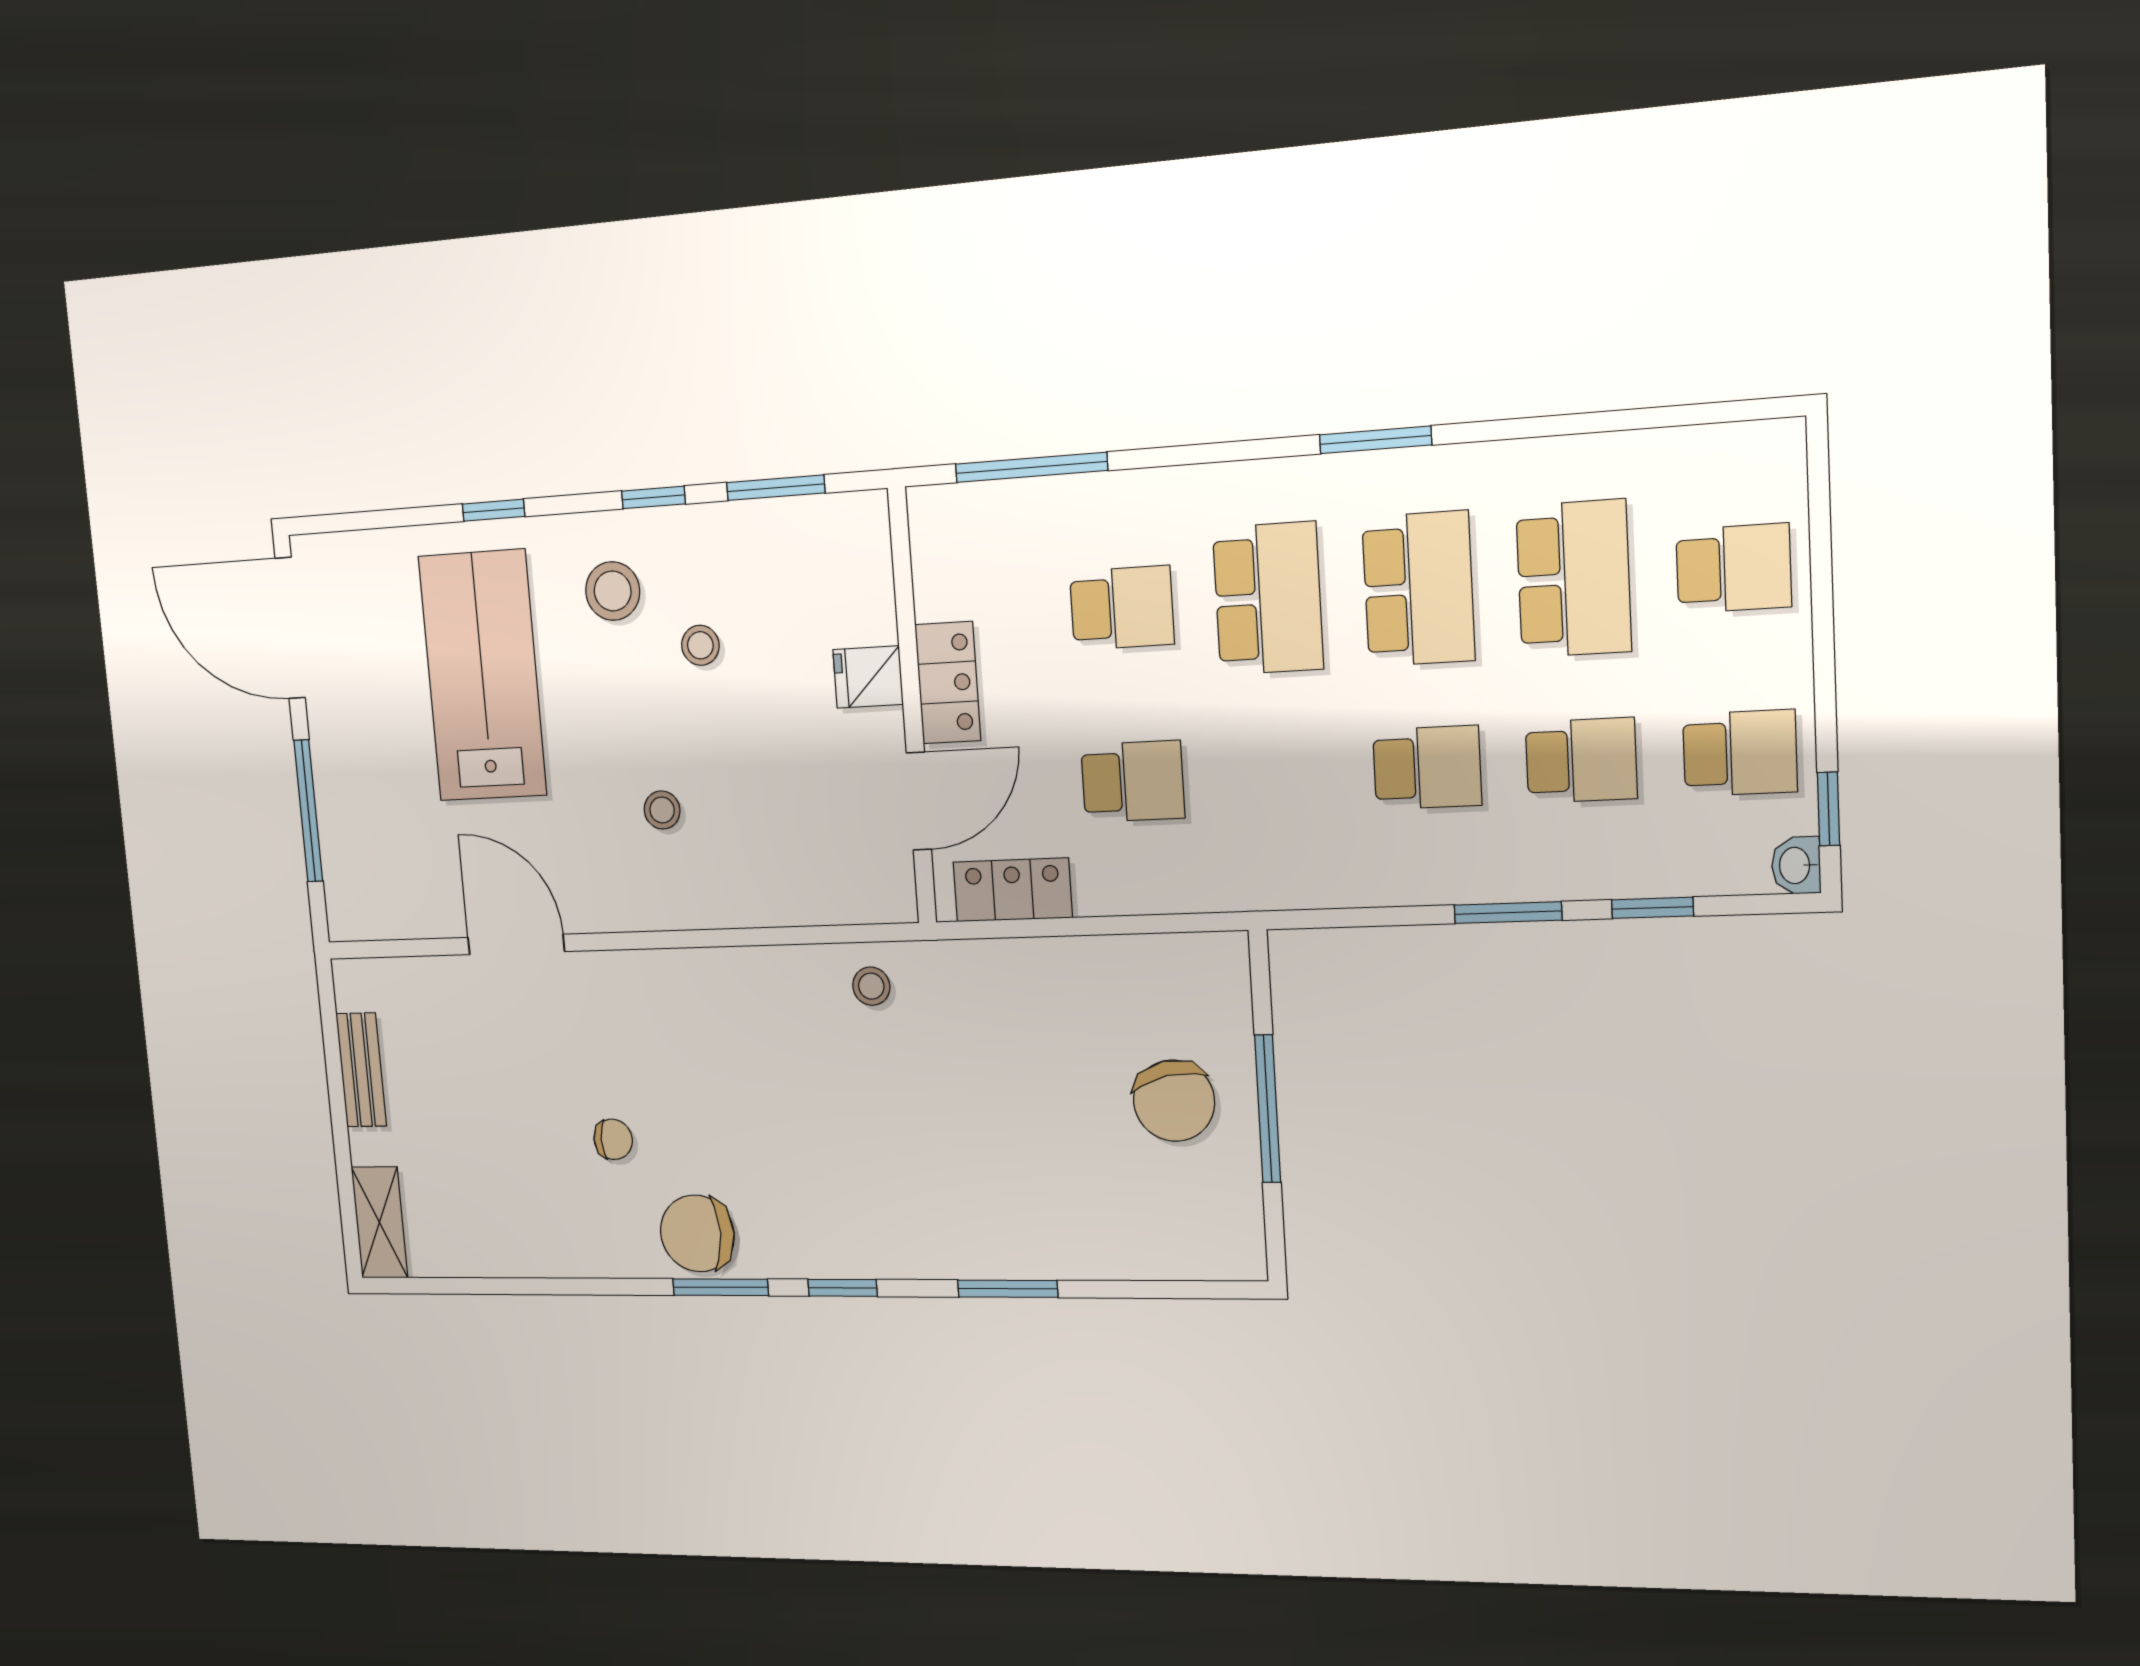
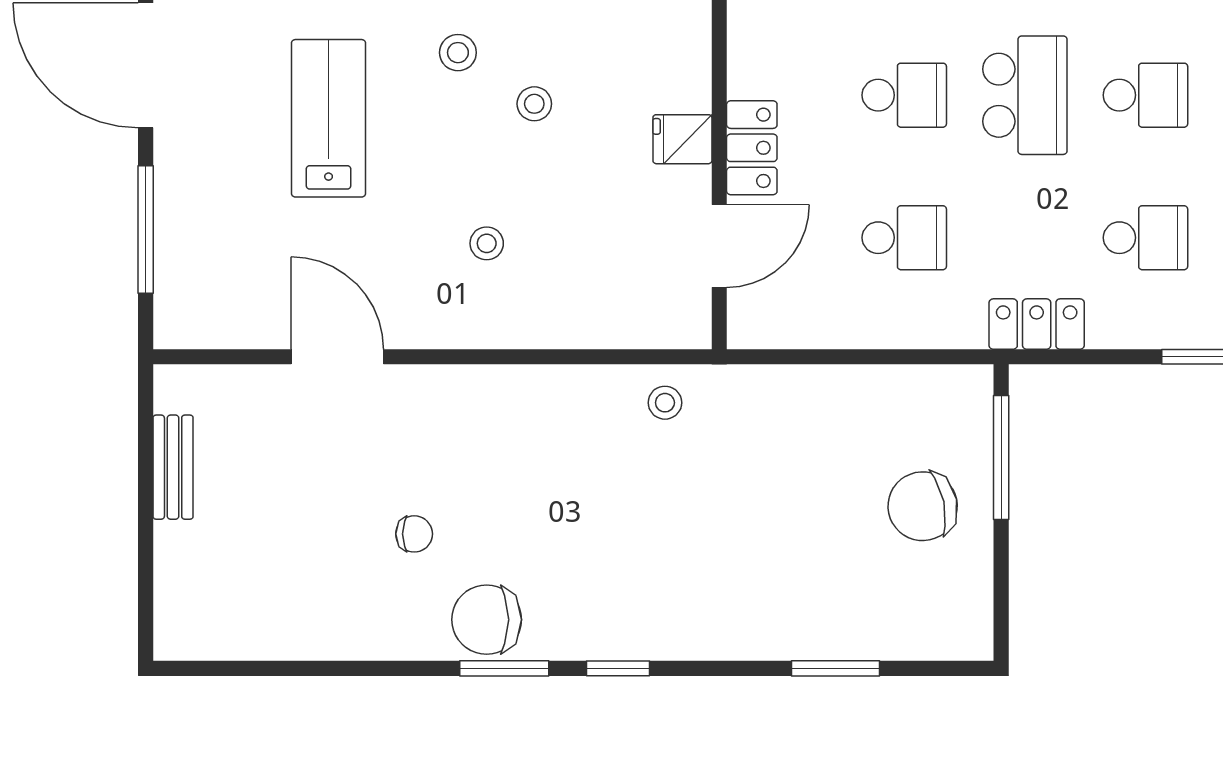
school desk: (1418, 589) -> (1145, 95), width x0.54
stool: (613, 591) -> (458, 53), width x0.73, depth x0.73
lab bench: (482, 676) -> (329, 118), width x0.73, depth x0.72
locker: (1013, 890) -> (1037, 324), moved
chair: (1174, 1101) -> (923, 506), turned 90
window: (1268, 1109) -> (1001, 457), moved
shelving: (380, 1222) -> (176, 609), removed
window: (1008, 1289) -> (835, 668), moved

